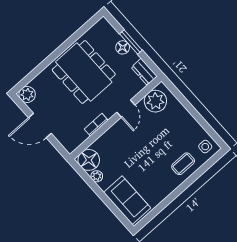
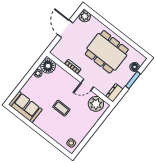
floor lamp: (123, 47) -> (135, 67), moved
dining table: (84, 72) -> (107, 52), turned 90
coffee table: (183, 164) -> (61, 108), moved
sofa: (127, 200) -> (25, 107), moved, turned -90

